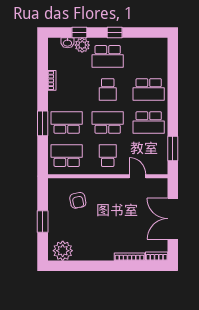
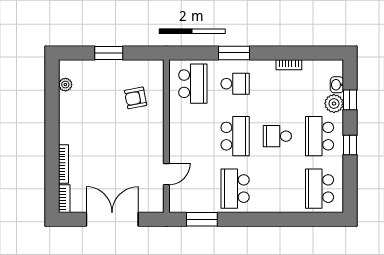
school desk: (149, 89) -> (320, 189), moved
school desk: (67, 123) -> (235, 84), width x0.54
school desk: (108, 156) -> (193, 136), removed
plant: (63, 251) -> (65, 85), width x0.53, depth x0.53

